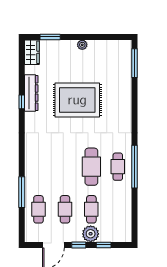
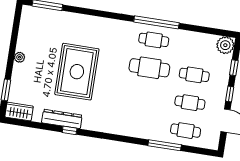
plant: (91, 234) -> (225, 45), moved

